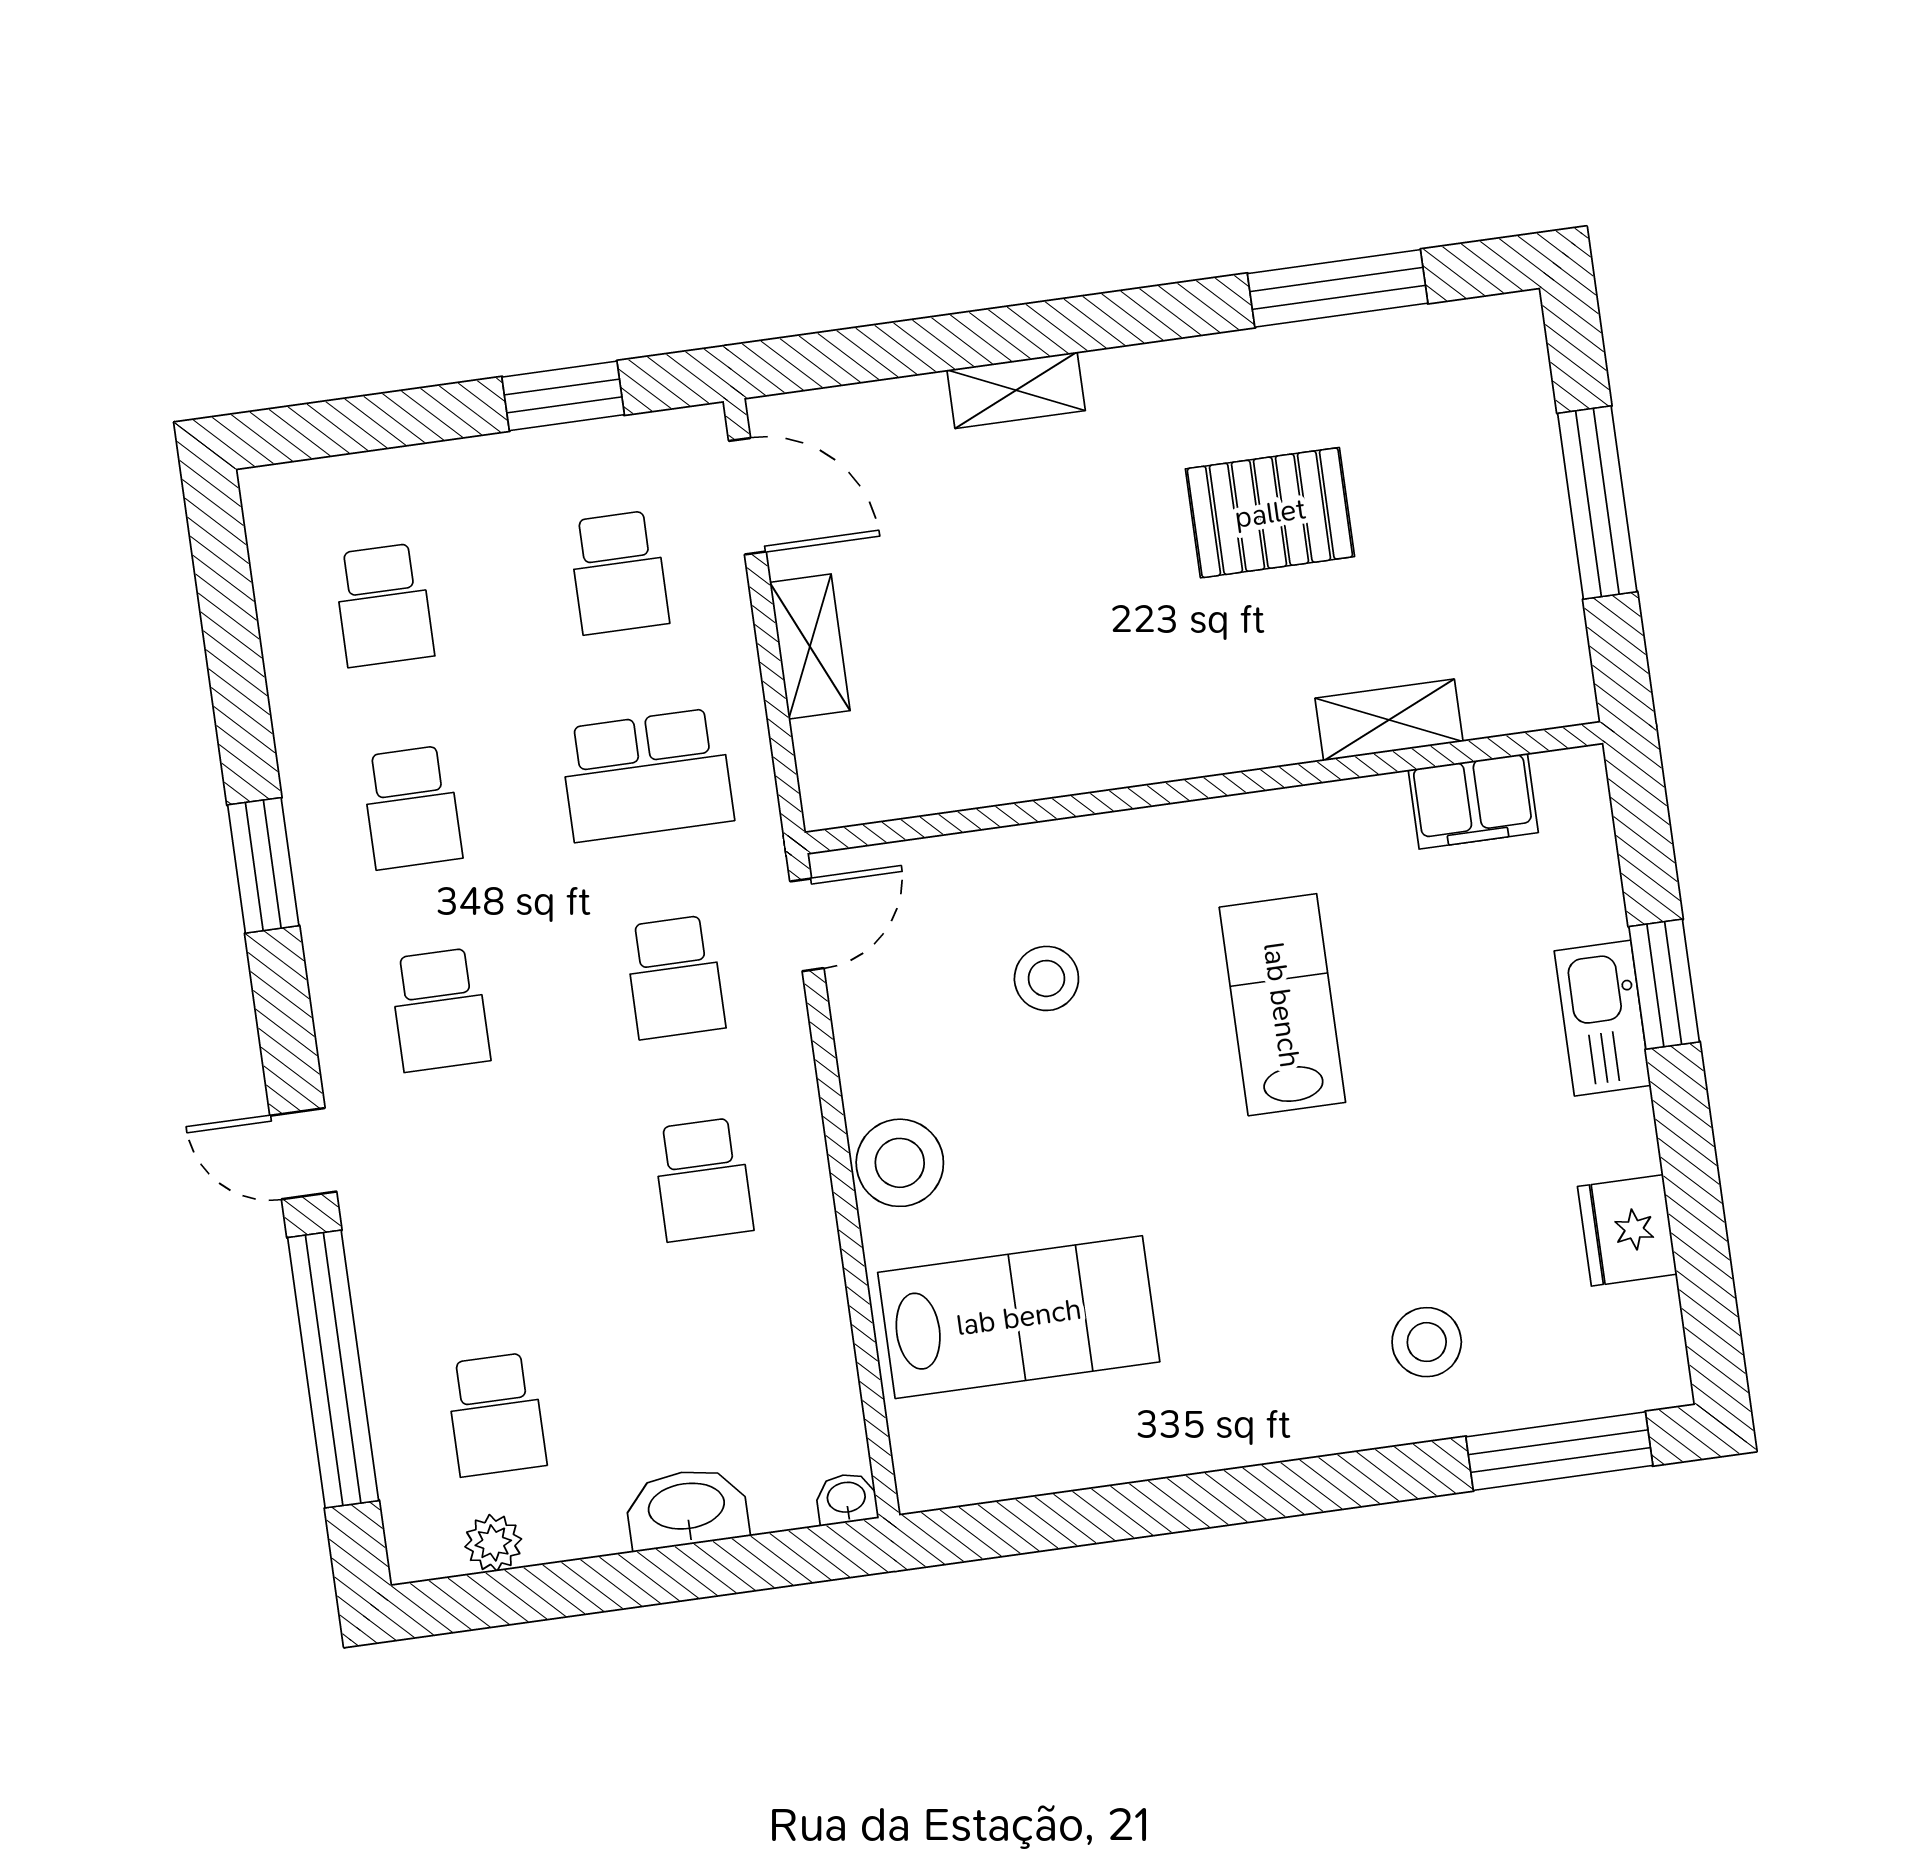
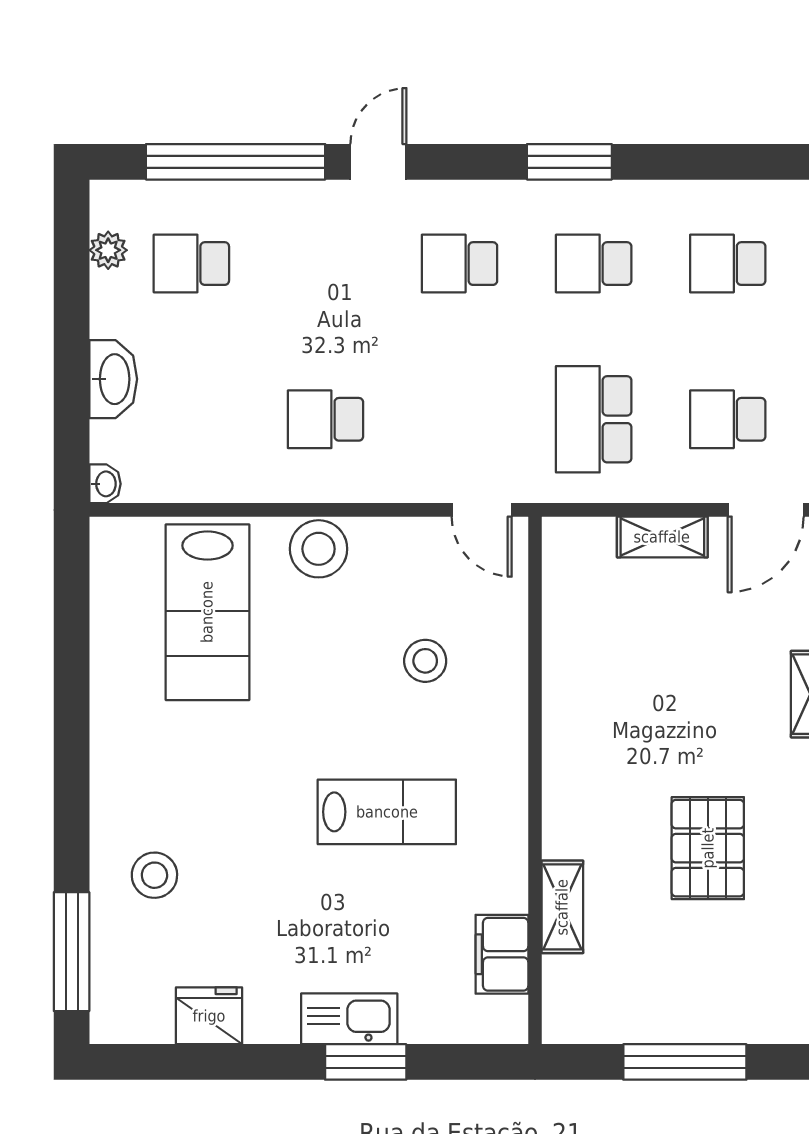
school desk: (675, 977) -> (460, 419), removed

